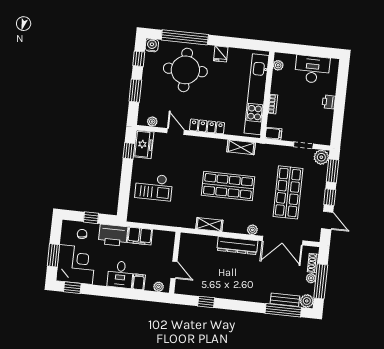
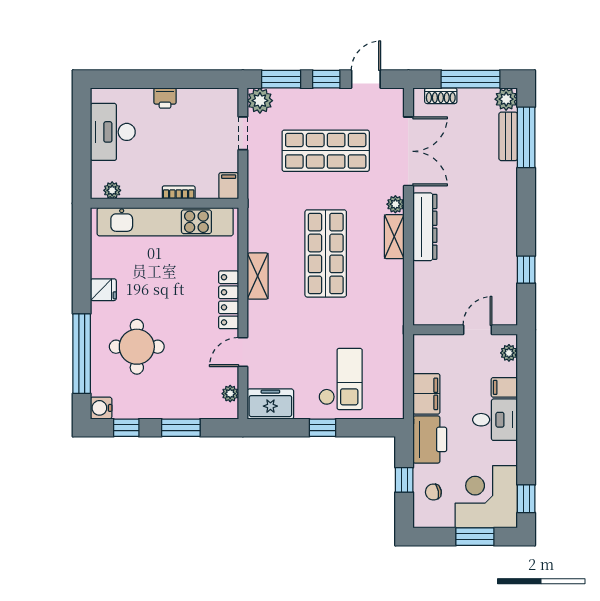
round table: (185, 70) -> (137, 347), width x0.73, depth x0.73
shelving: (241, 147) -> (258, 276), moved
window: (129, 151) -> (322, 428), moved
shelving: (209, 224) -> (394, 237), moved
plant: (311, 278) -> (467, 96), removed

